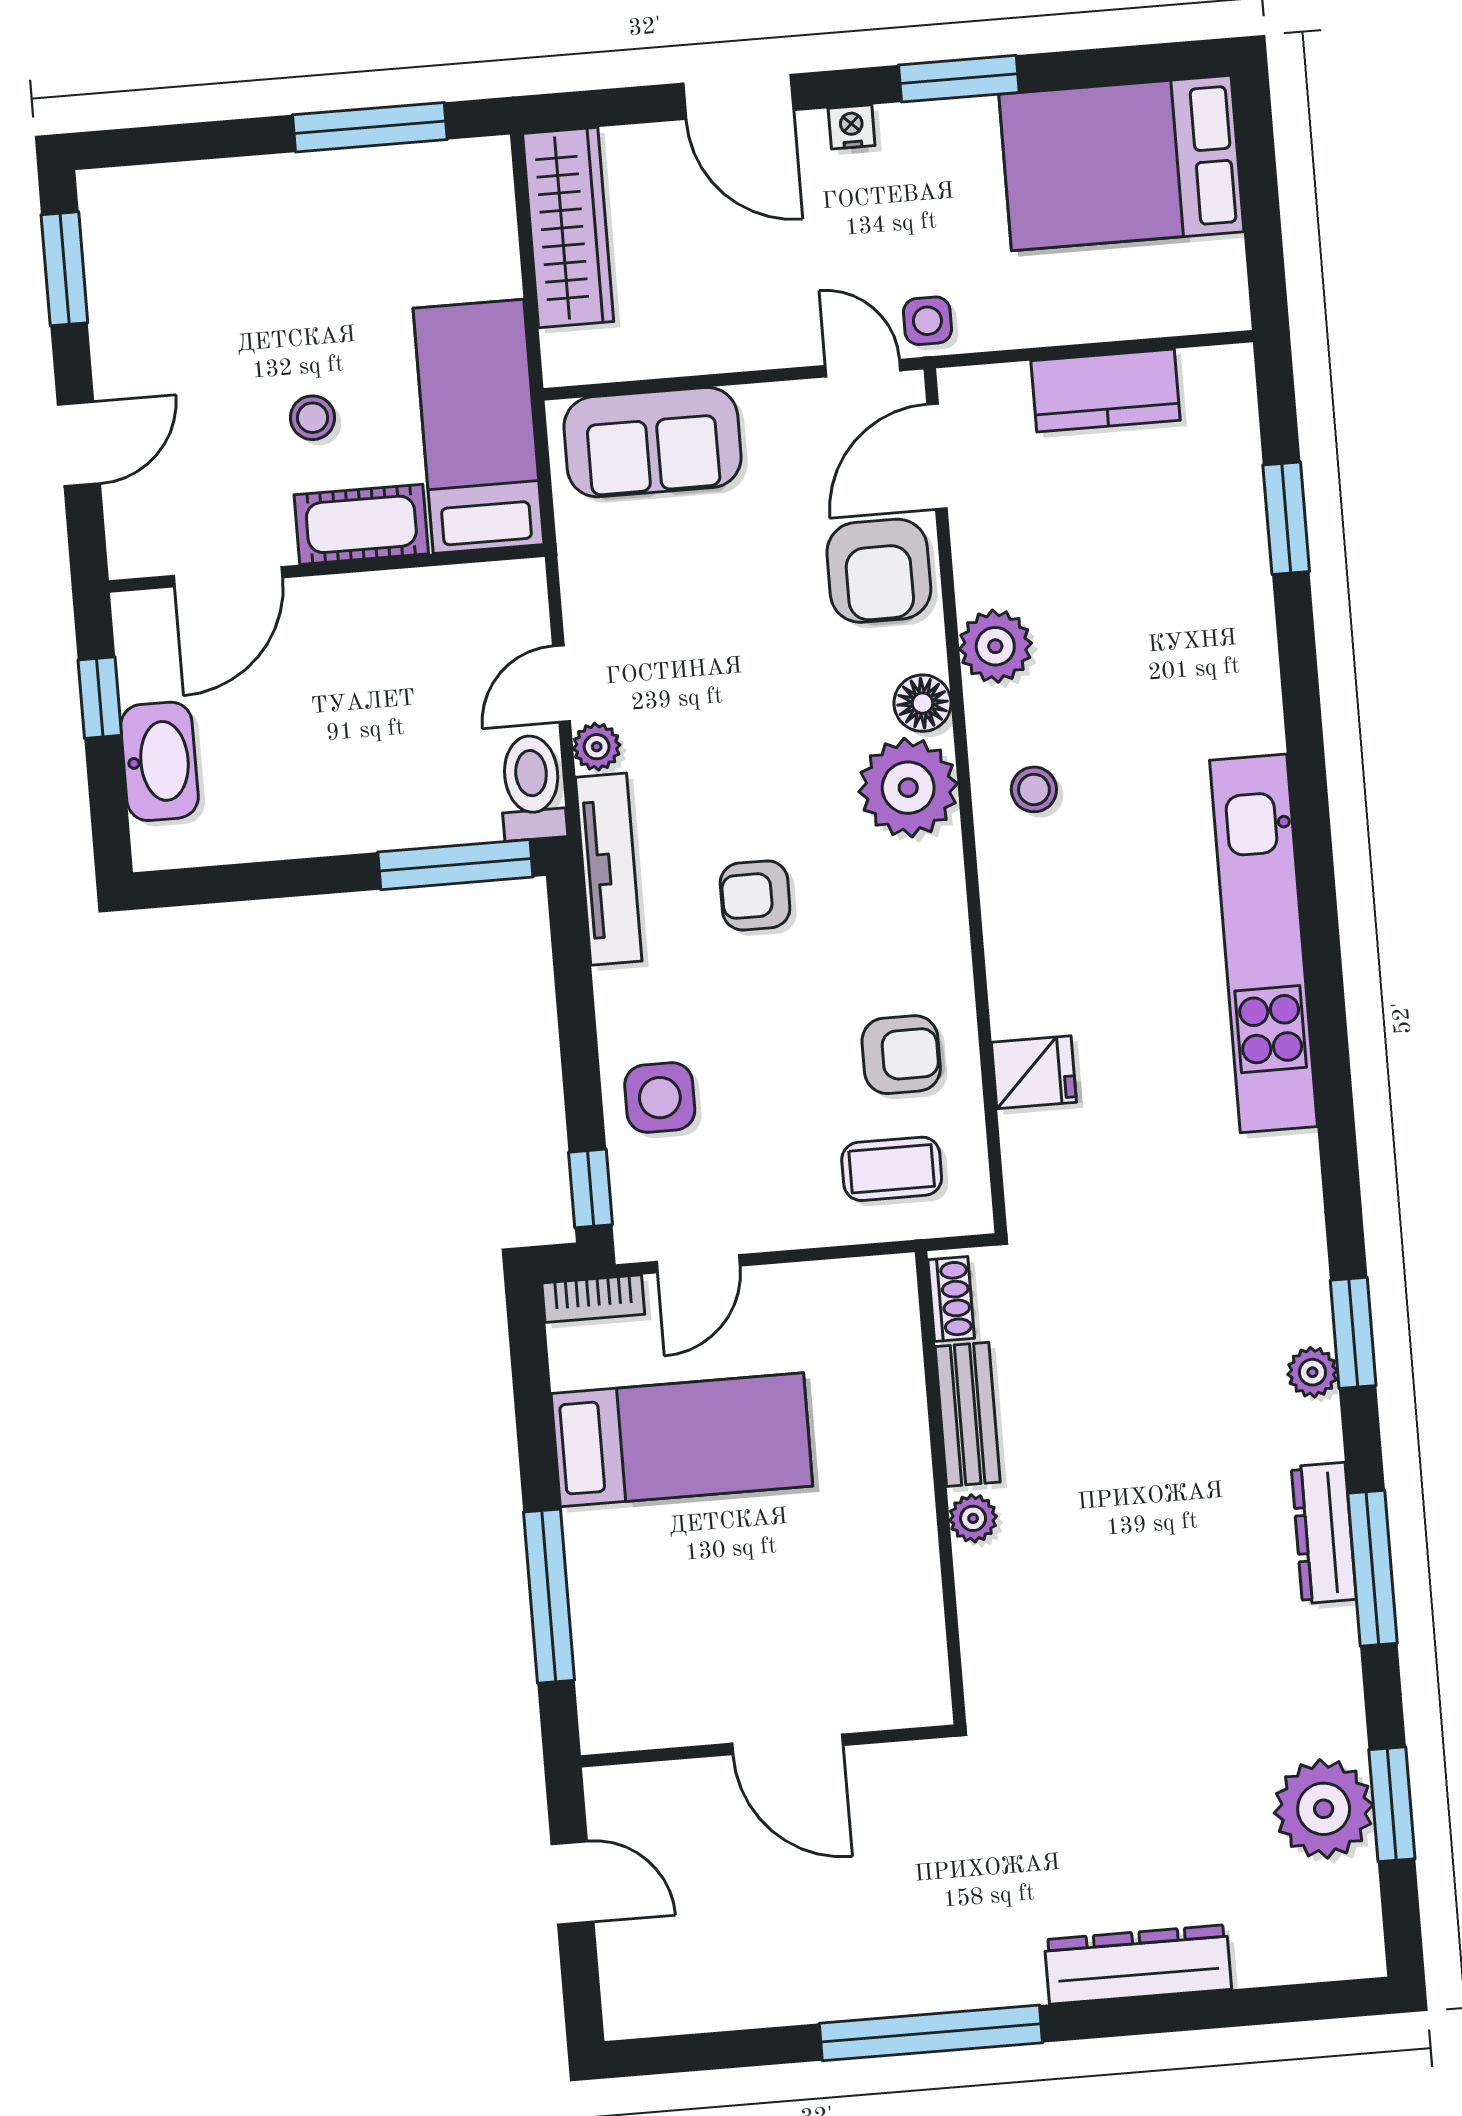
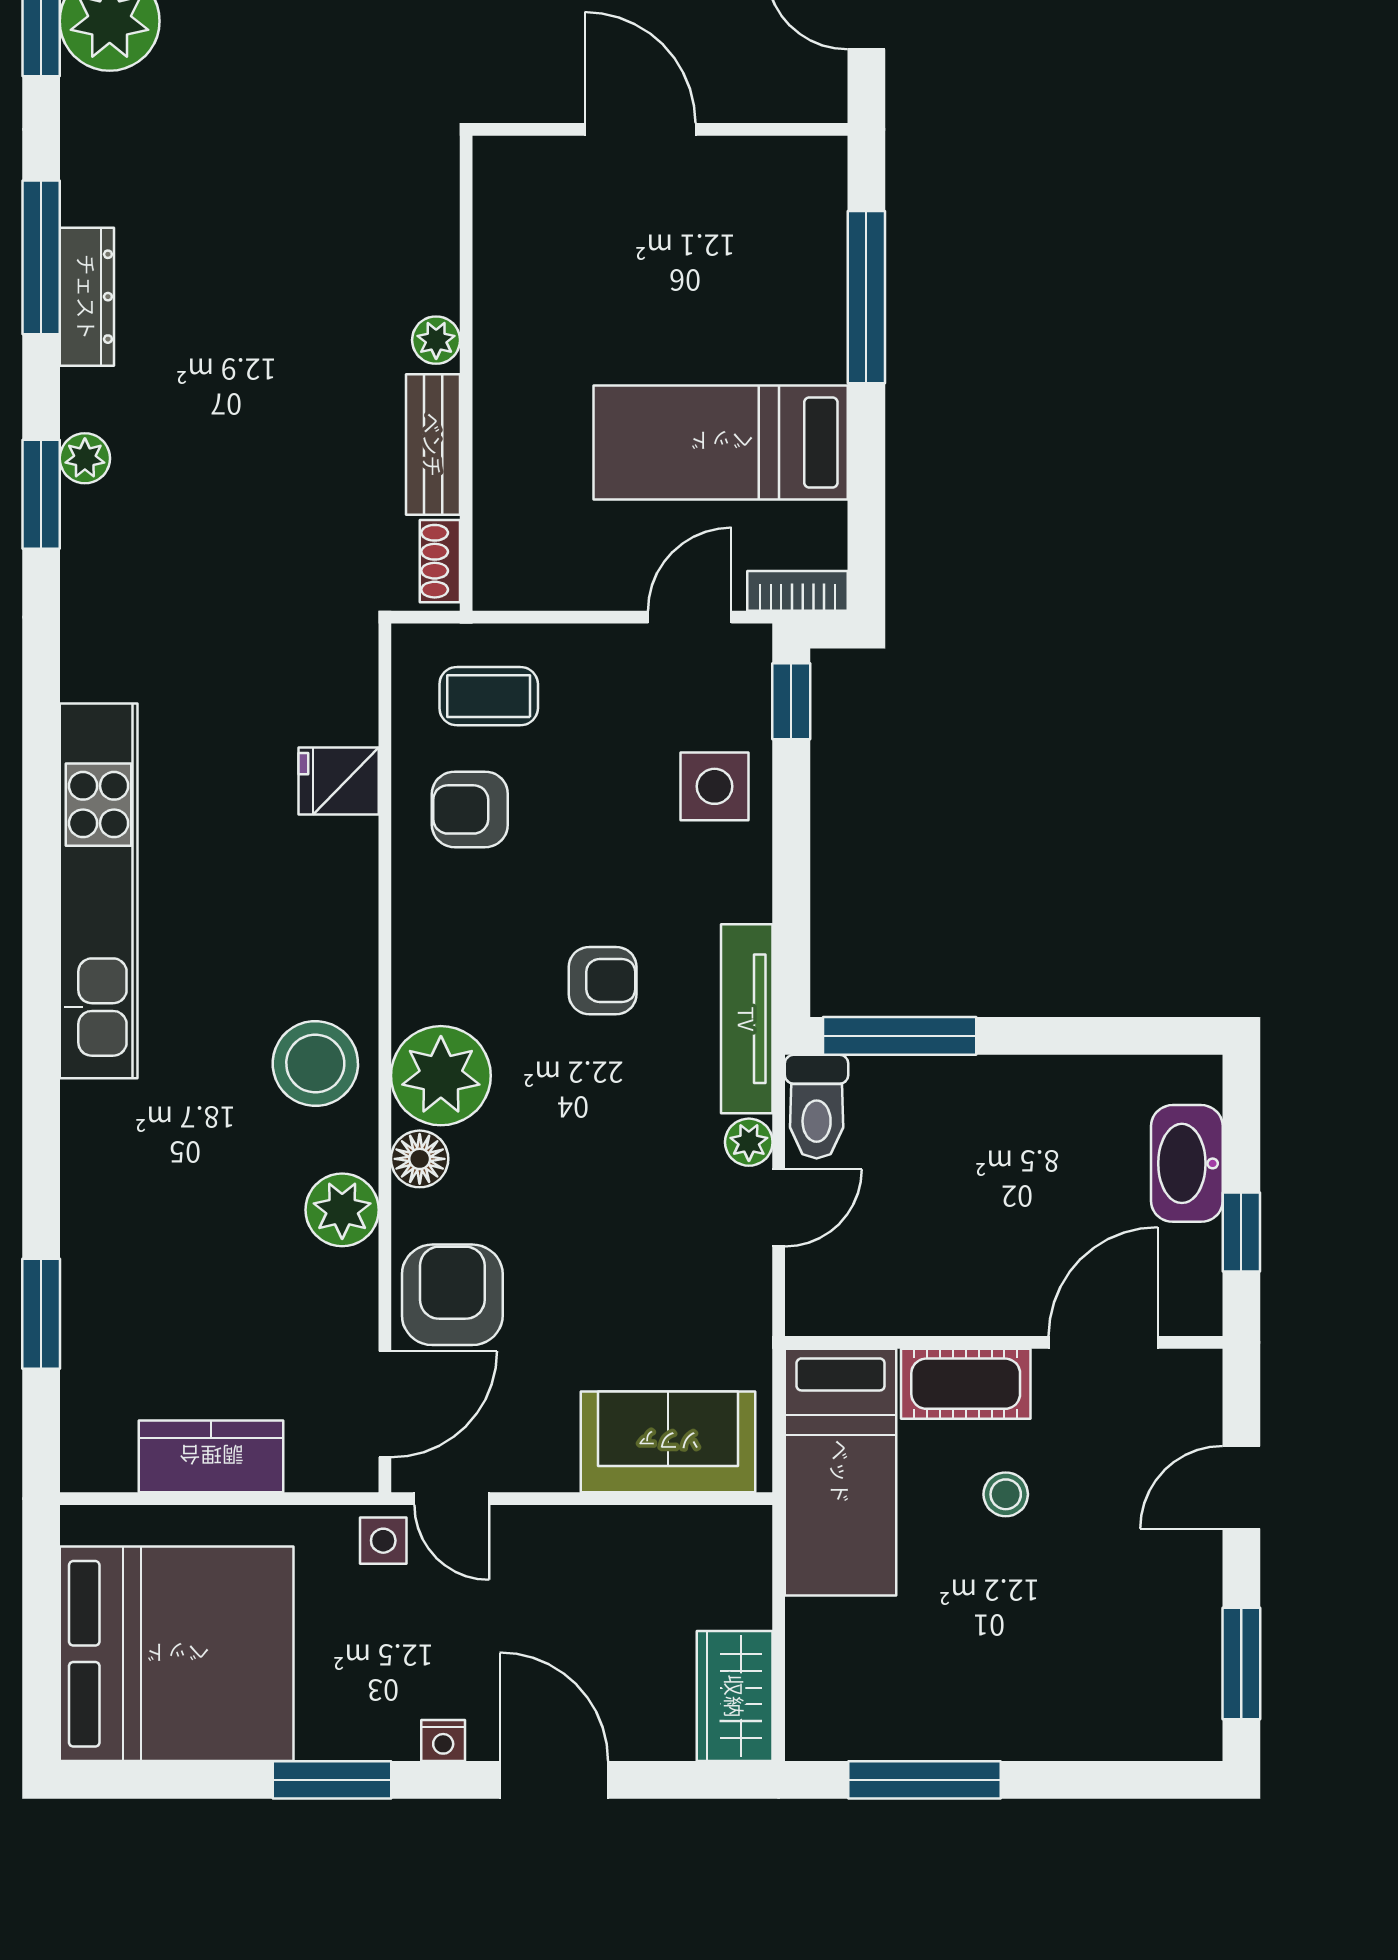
bed: (1121, 163) -> (177, 1654), width x1.36
wardrobe: (568, 227) -> (735, 1696), width x0.67
stool: (1034, 789) -> (315, 1063), width x1.89, depth x1.89

